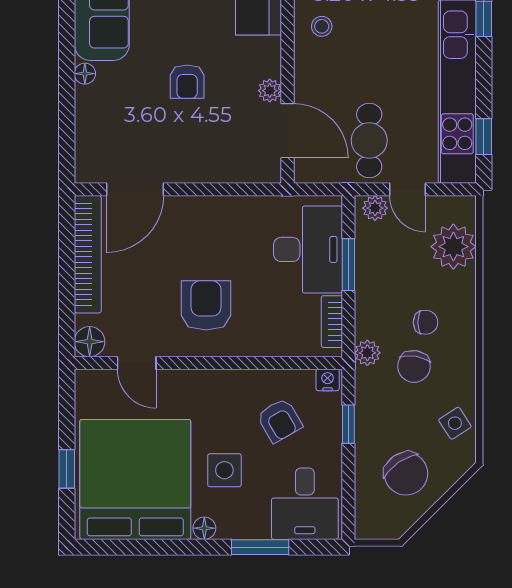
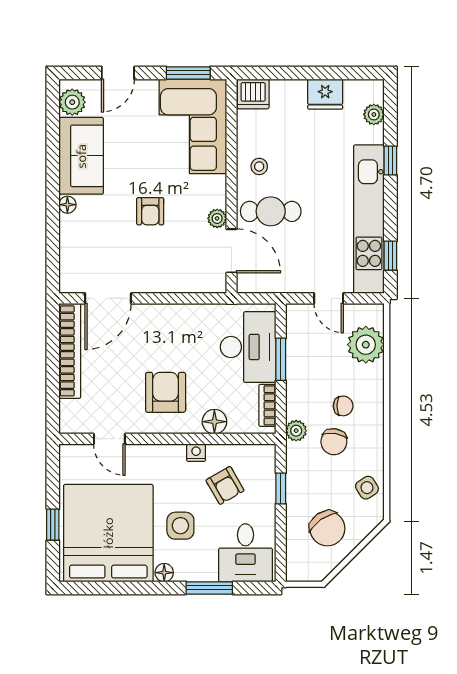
cafe table: (369, 140) -> (271, 211), moved, turned 90
plant: (375, 208) -> (302, 314), removed
floor lamp: (90, 342) -> (214, 422), moved
nightstand: (328, 380) -> (196, 453), moved

